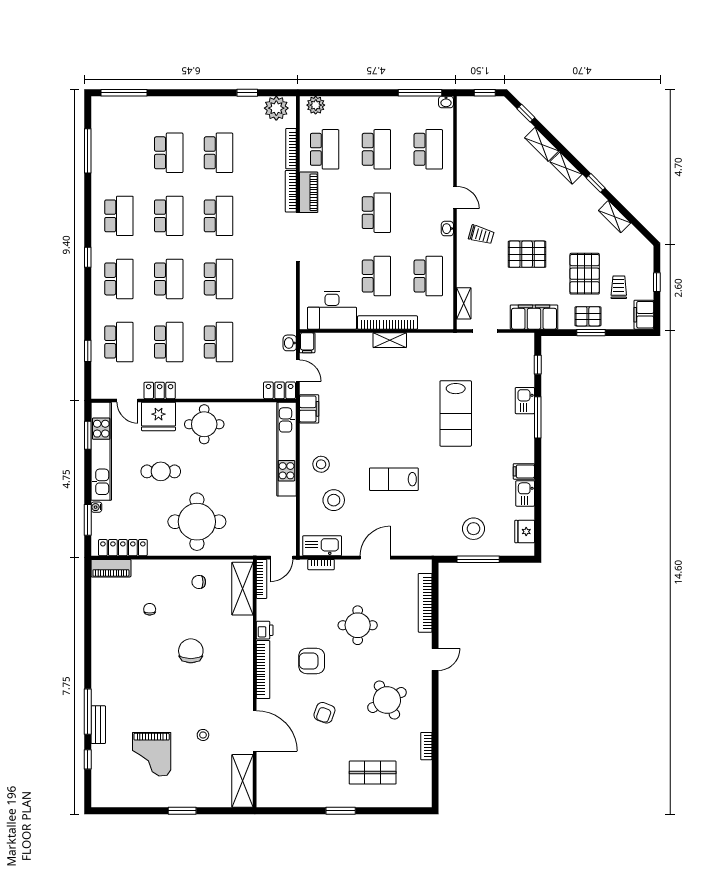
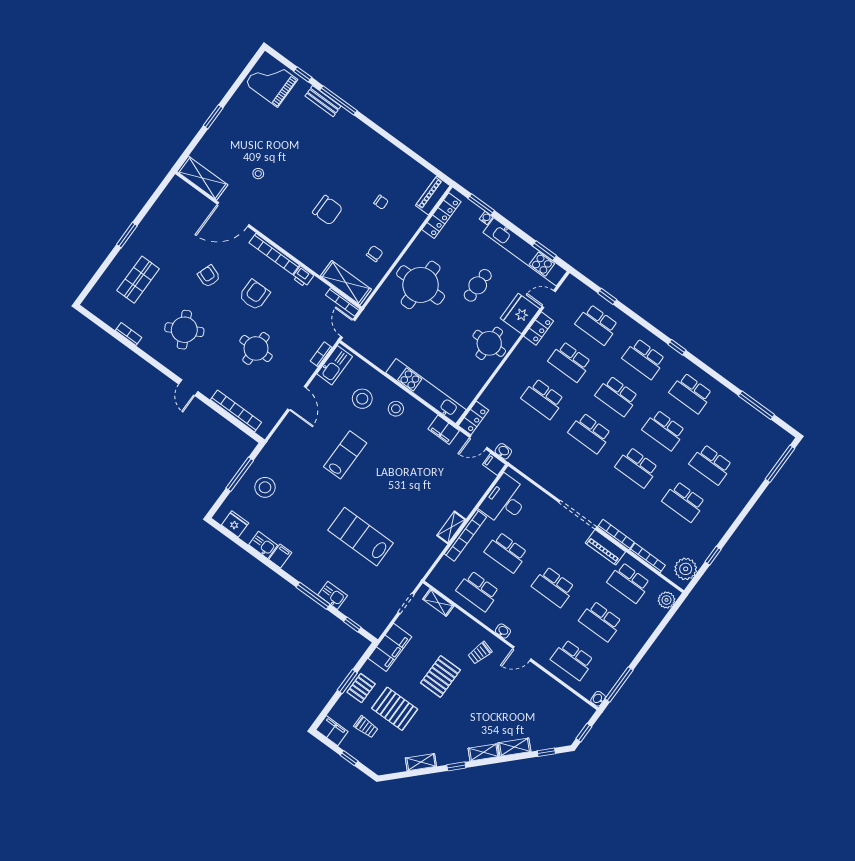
grand piano: (152, 754) -> (271, 82), moved

